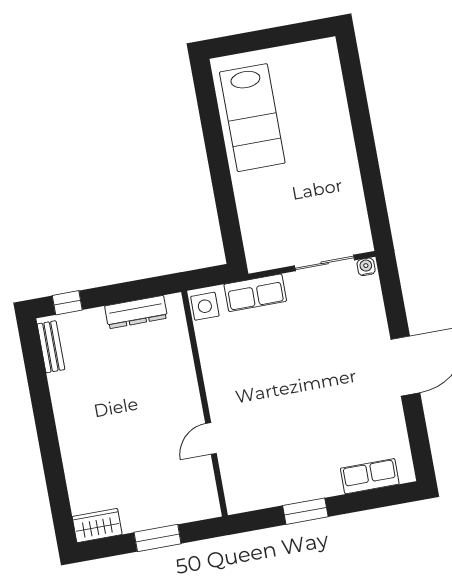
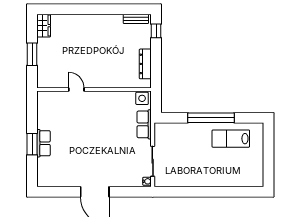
lab bench: (252, 118) -> (231, 139), width x0.73, depth x0.72
window: (218, 164) -> (211, 118), added
row of seats: (370, 476) -> (44, 143), moved
window: (305, 511) -> (32, 144), moved

